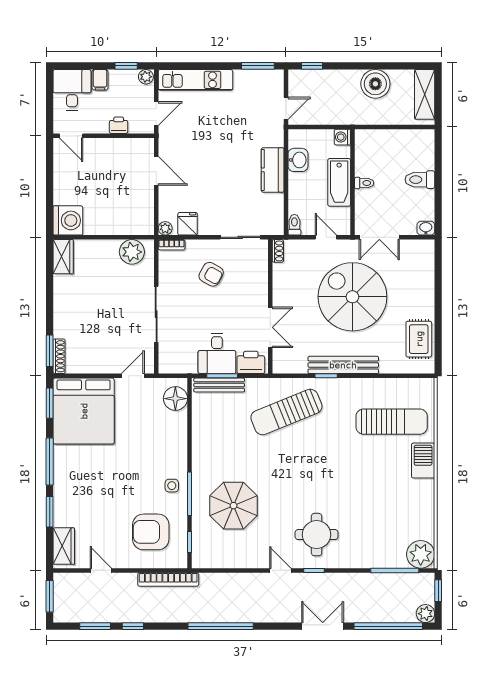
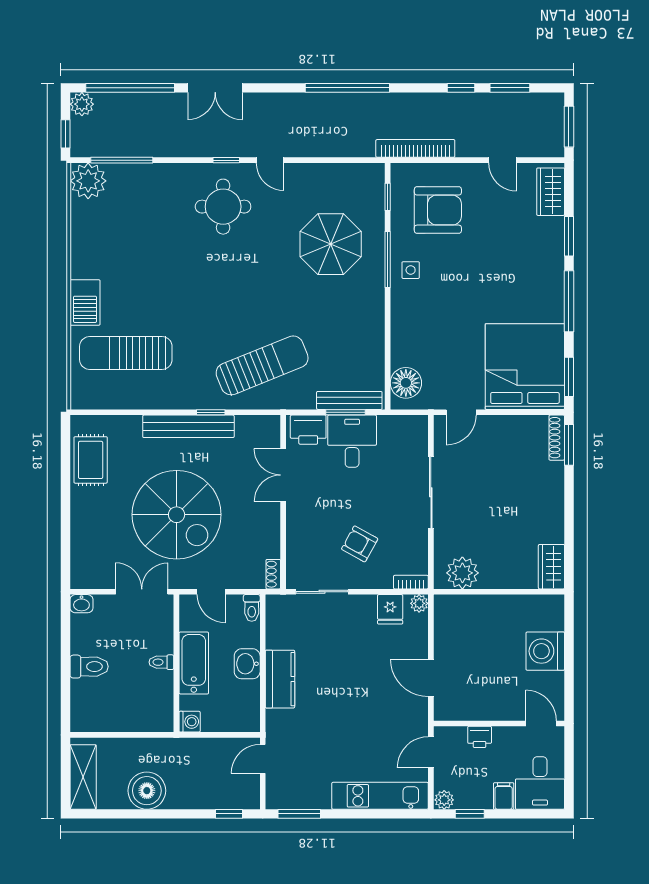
washbasin: (298, 160) -> (247, 664), moved
washing machine: (68, 220) -> (545, 651), moved

